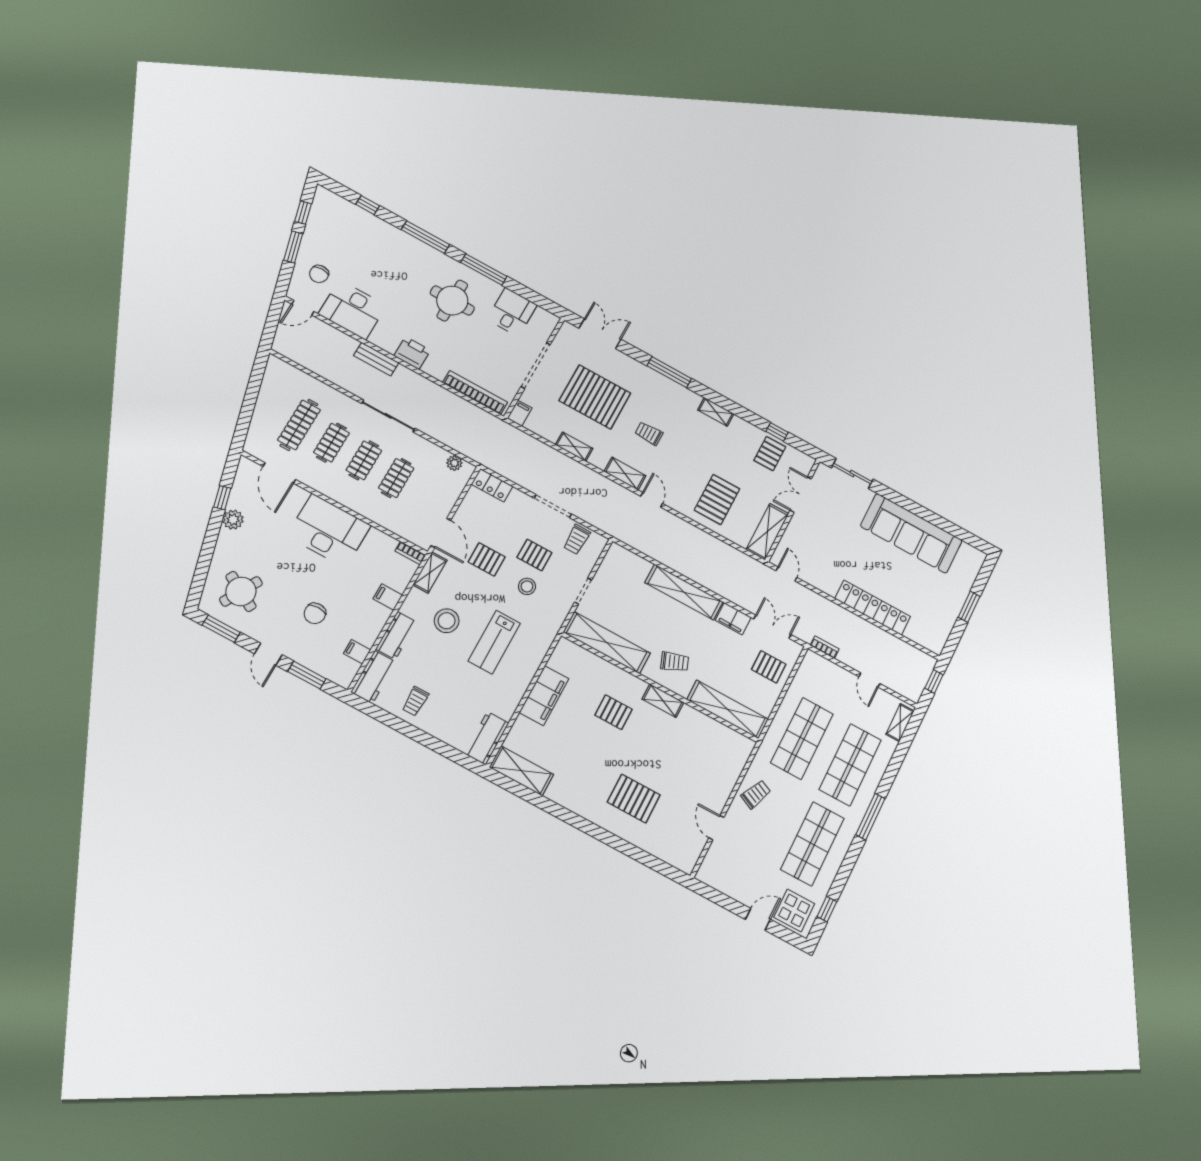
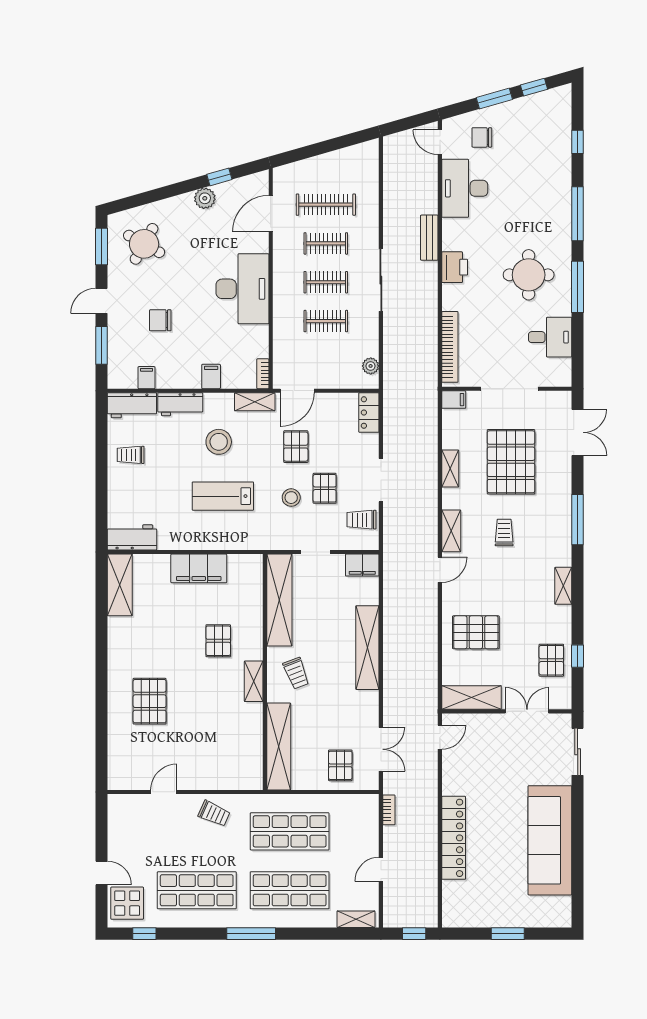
pallet: (770, 454) -> (551, 660), turned 90
filing cabinet: (733, 619) -> (362, 565), moved, turned -90

